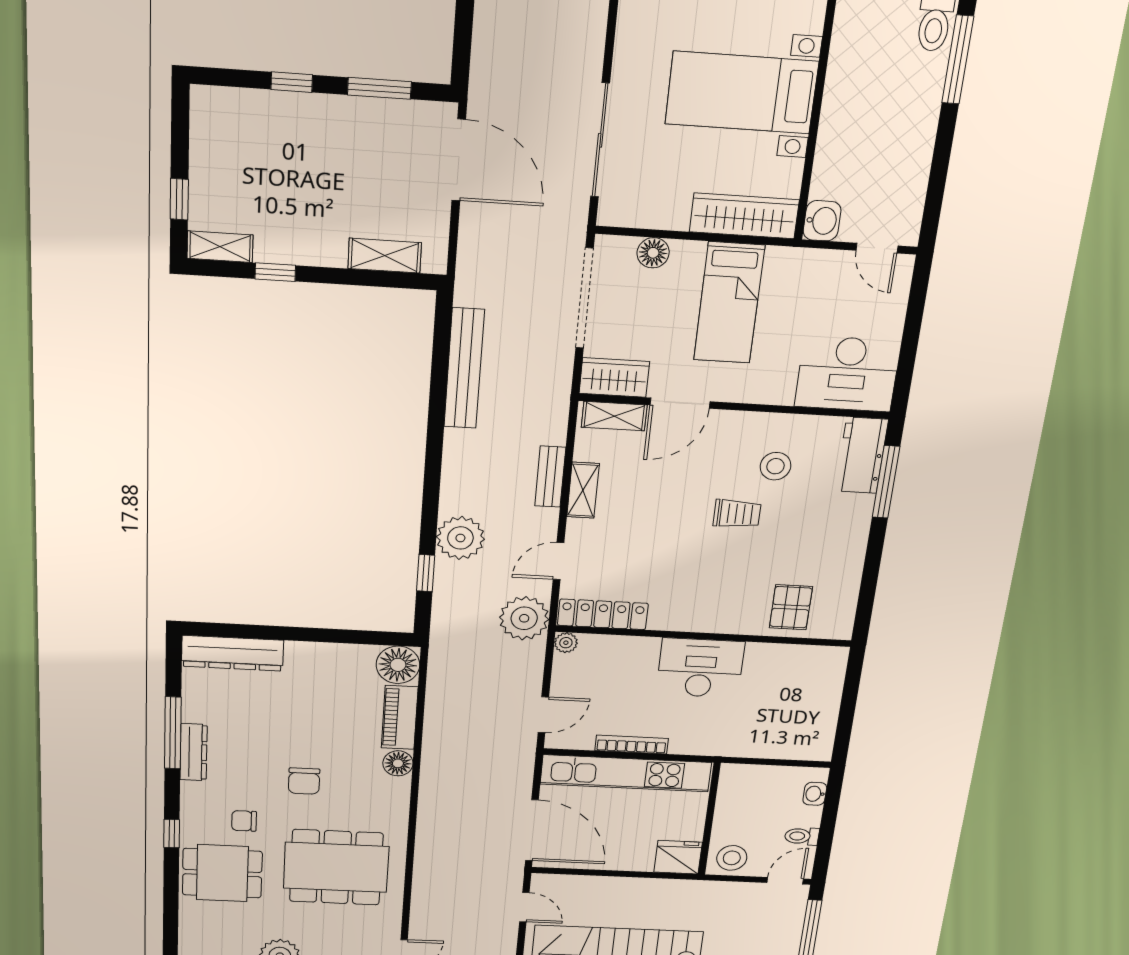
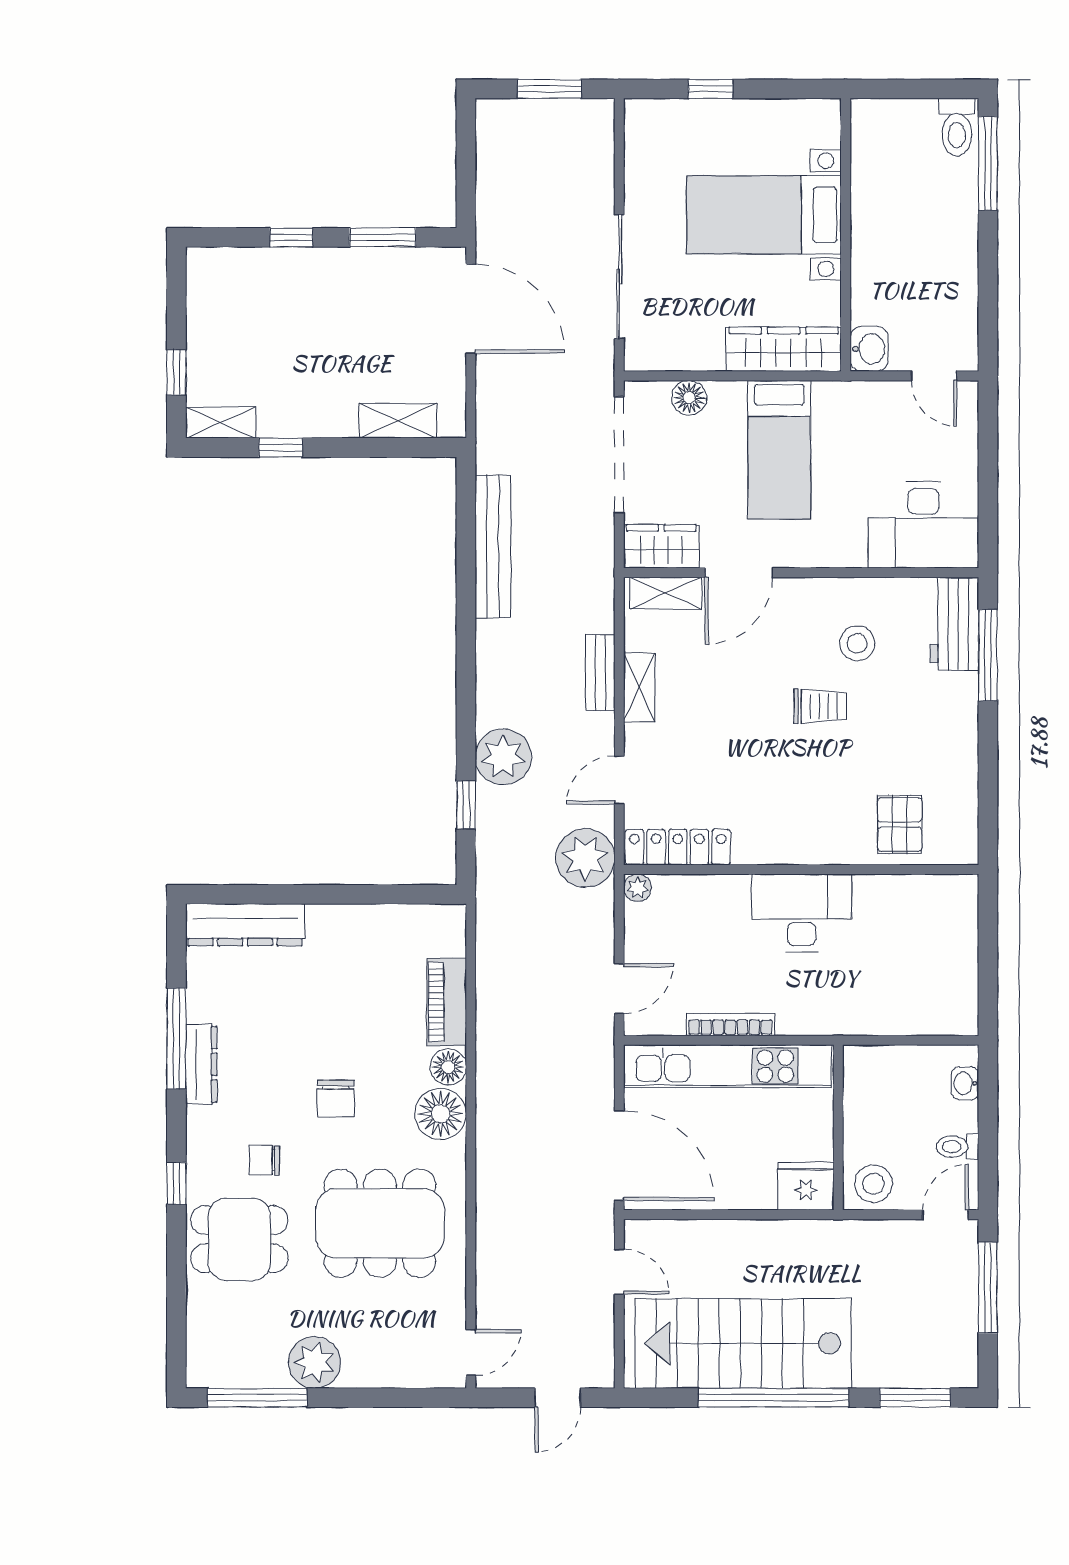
floor lamp: (398, 665) -> (441, 1114), moved

